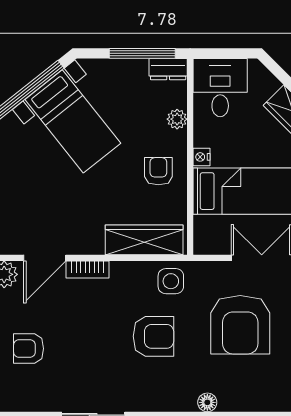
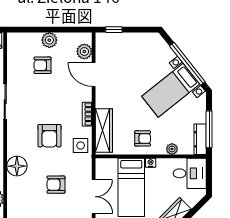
dresser: (168, 69) -> (200, 139), width x1.44
bookcase: (88, 270) -> (87, 114), moved
armchair: (240, 325) -> (56, 185), width x0.53, depth x0.53
armchair: (29, 349) -> (43, 65), turned -90
floor lamp: (207, 402) -> (17, 166), width x1.89, depth x1.89

